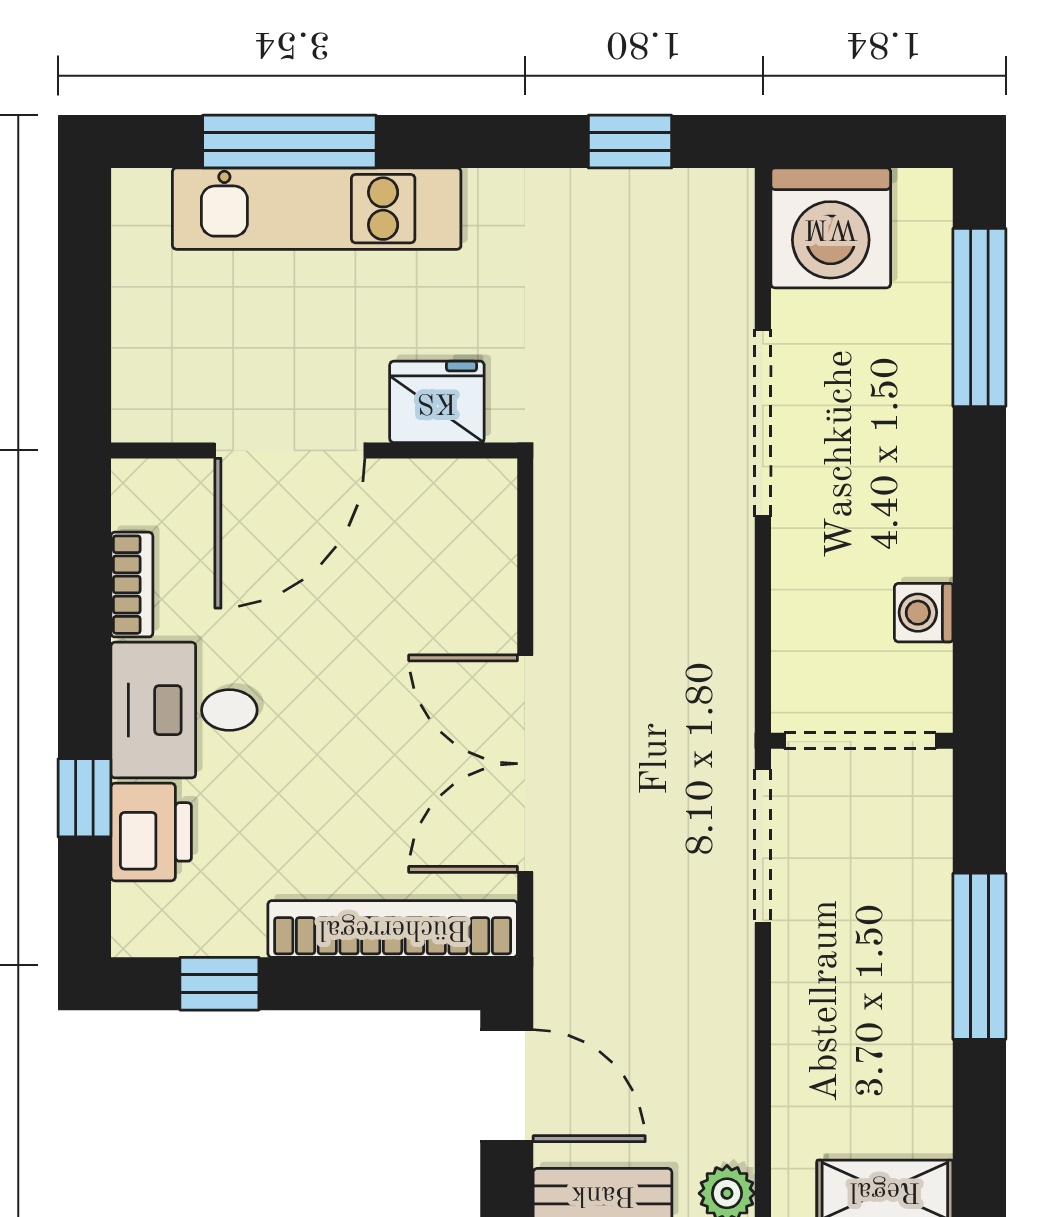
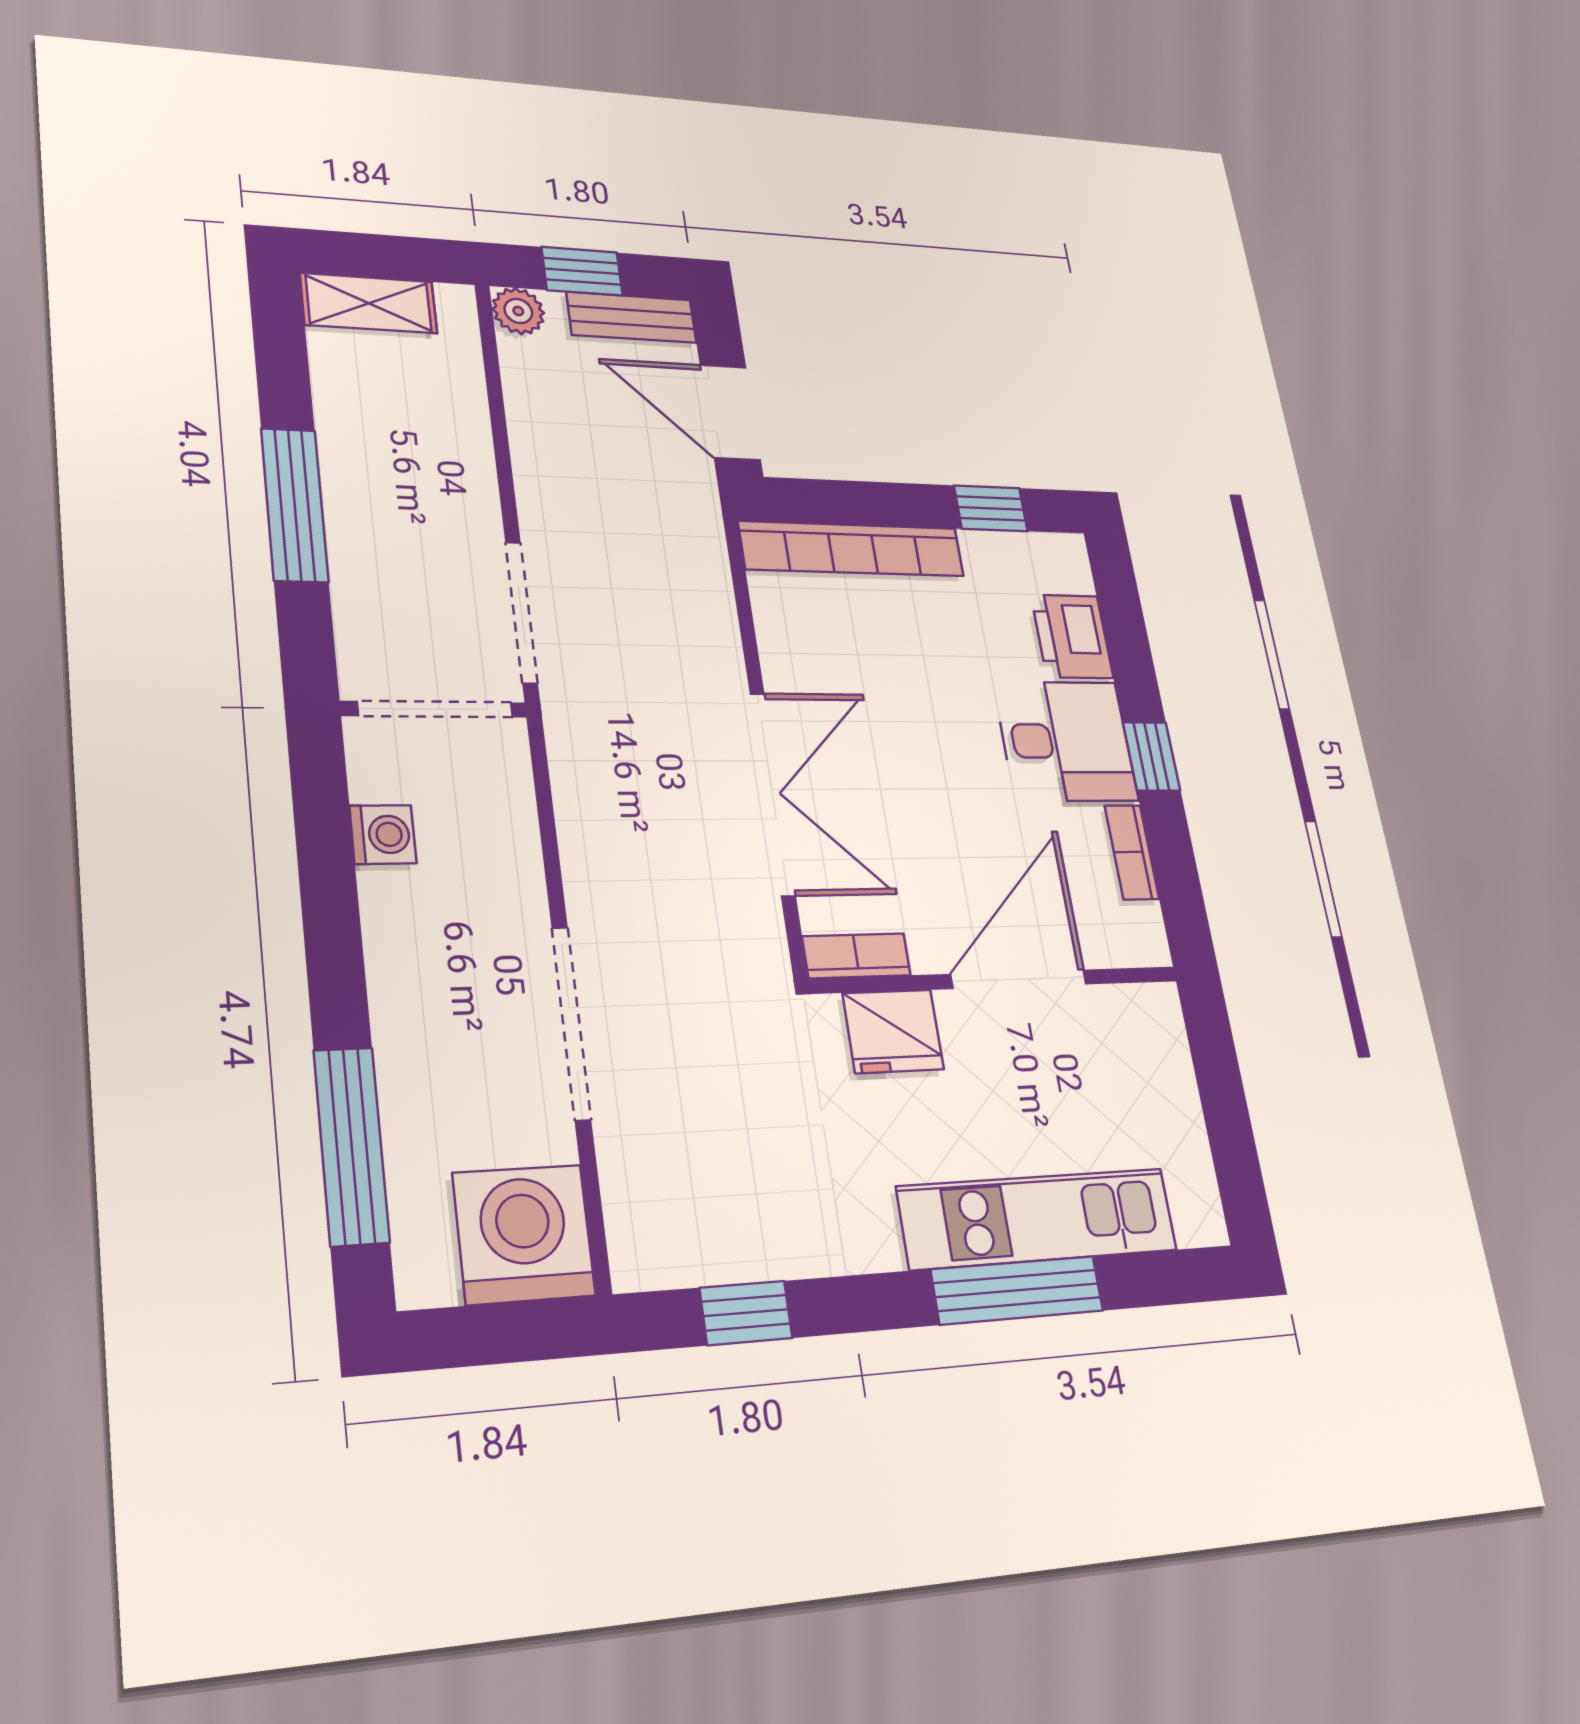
window: (289, 142) -> (1017, 1290), moved
bookcase: (463, 480) -> (856, 956), added
double door: (525, 764) -> (773, 793), moved
window: (84, 798) -> (1151, 756), moved

